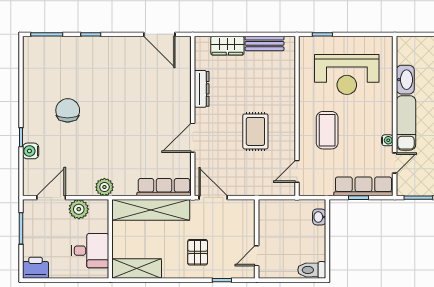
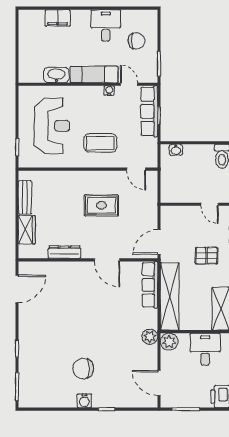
water cooler: (31, 151) -> (84, 401), moved
plant: (79, 209) -> (169, 342), moved

